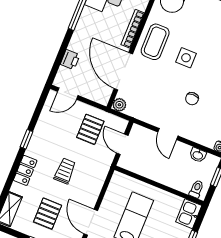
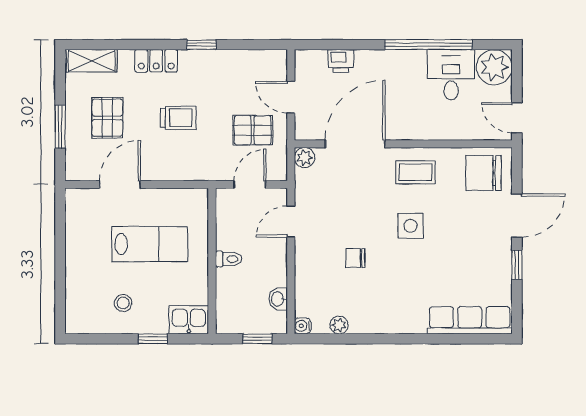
bookcase: (133, 29) -> (421, 133), removed
coffee table: (155, 42) -> (415, 172), width x0.73, depth x0.77
door: (68, 94) -> (291, 97), moved
door: (168, 134) -> (291, 221), moved
toilet: (196, 189) -> (229, 259), moved
pallet: (48, 214) -> (107, 118), turned 90

